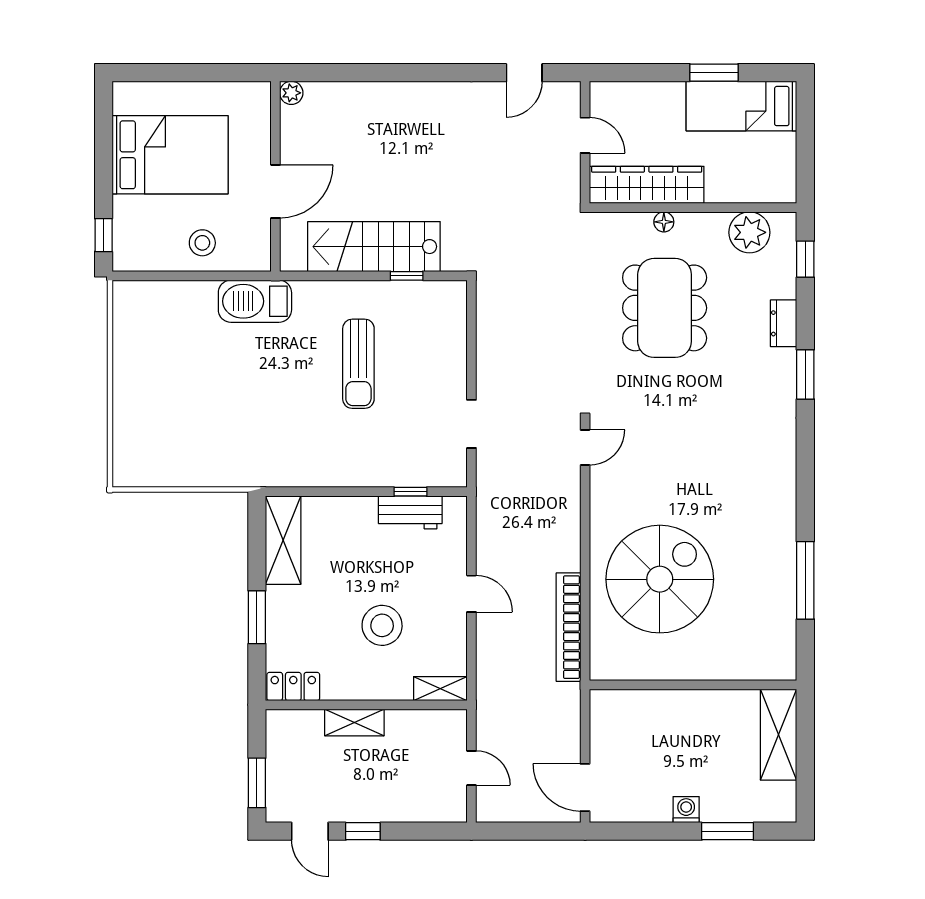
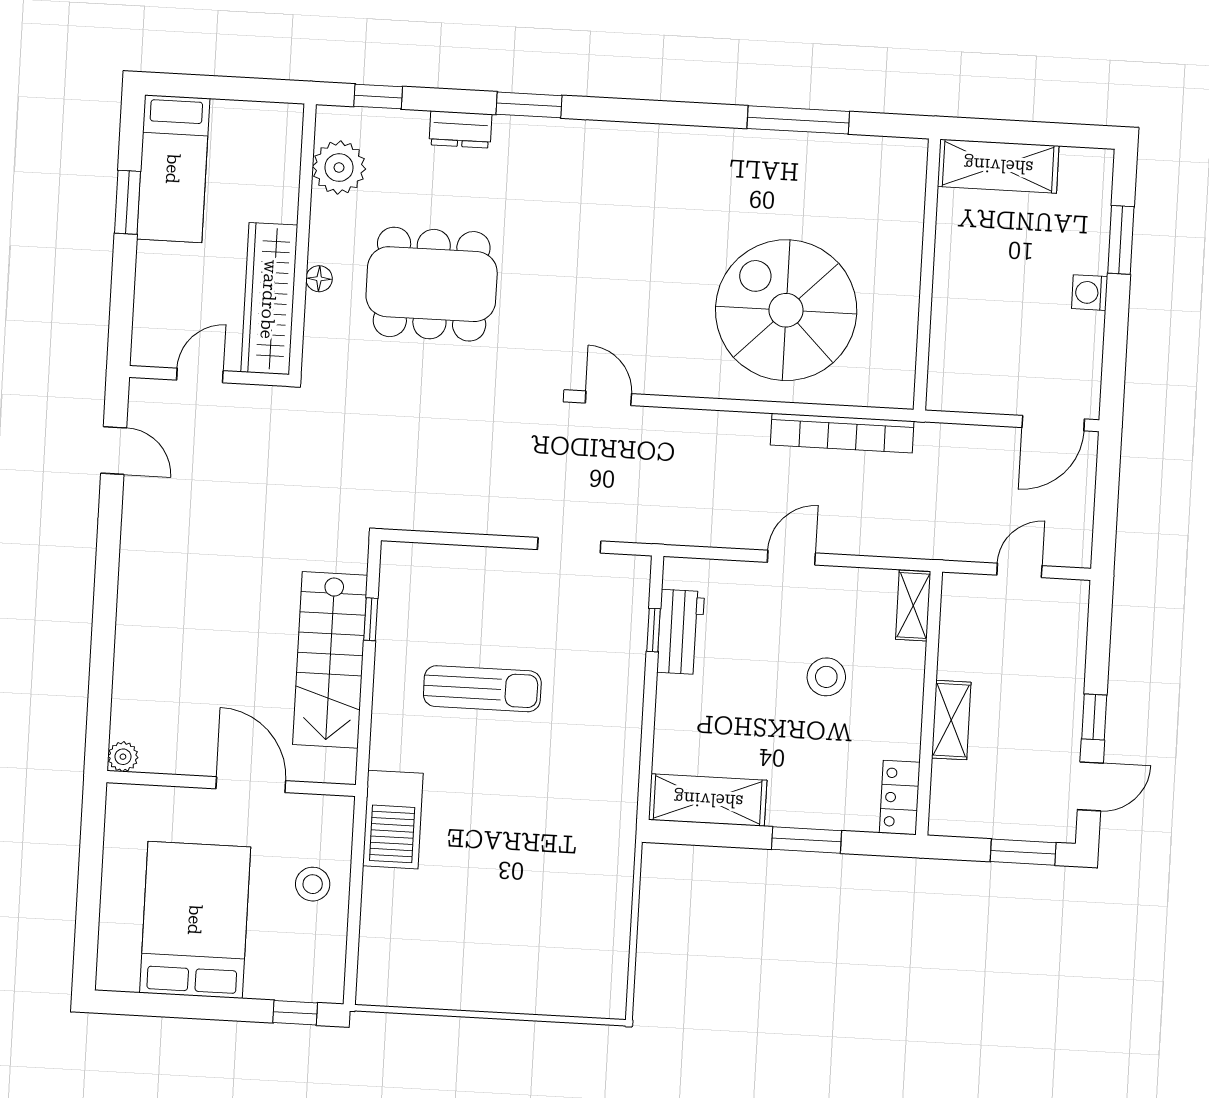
stool: (382, 625) -> (826, 677), width x0.73, depth x0.73

